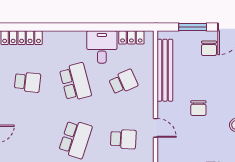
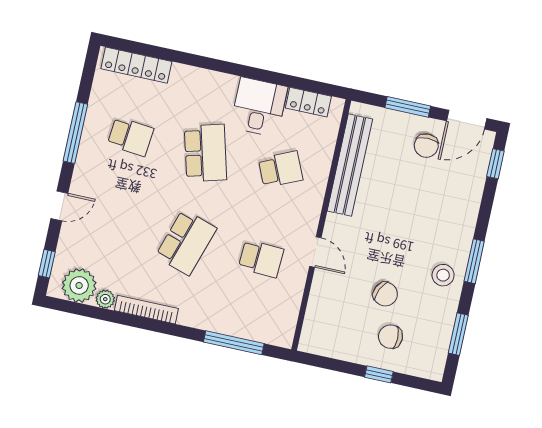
chair: (198, 108) -> (385, 294), moved, turned -65

